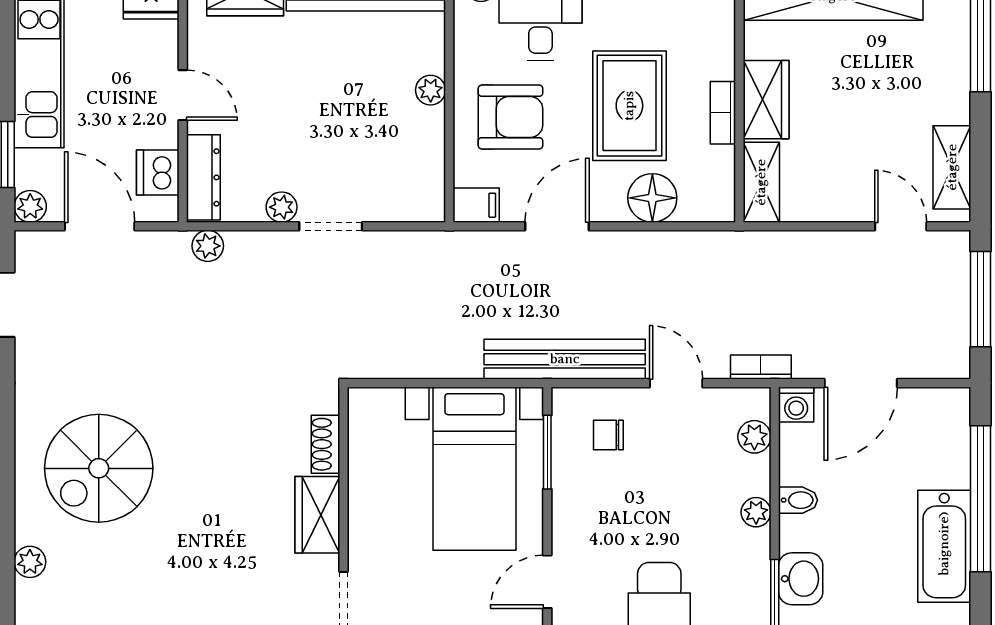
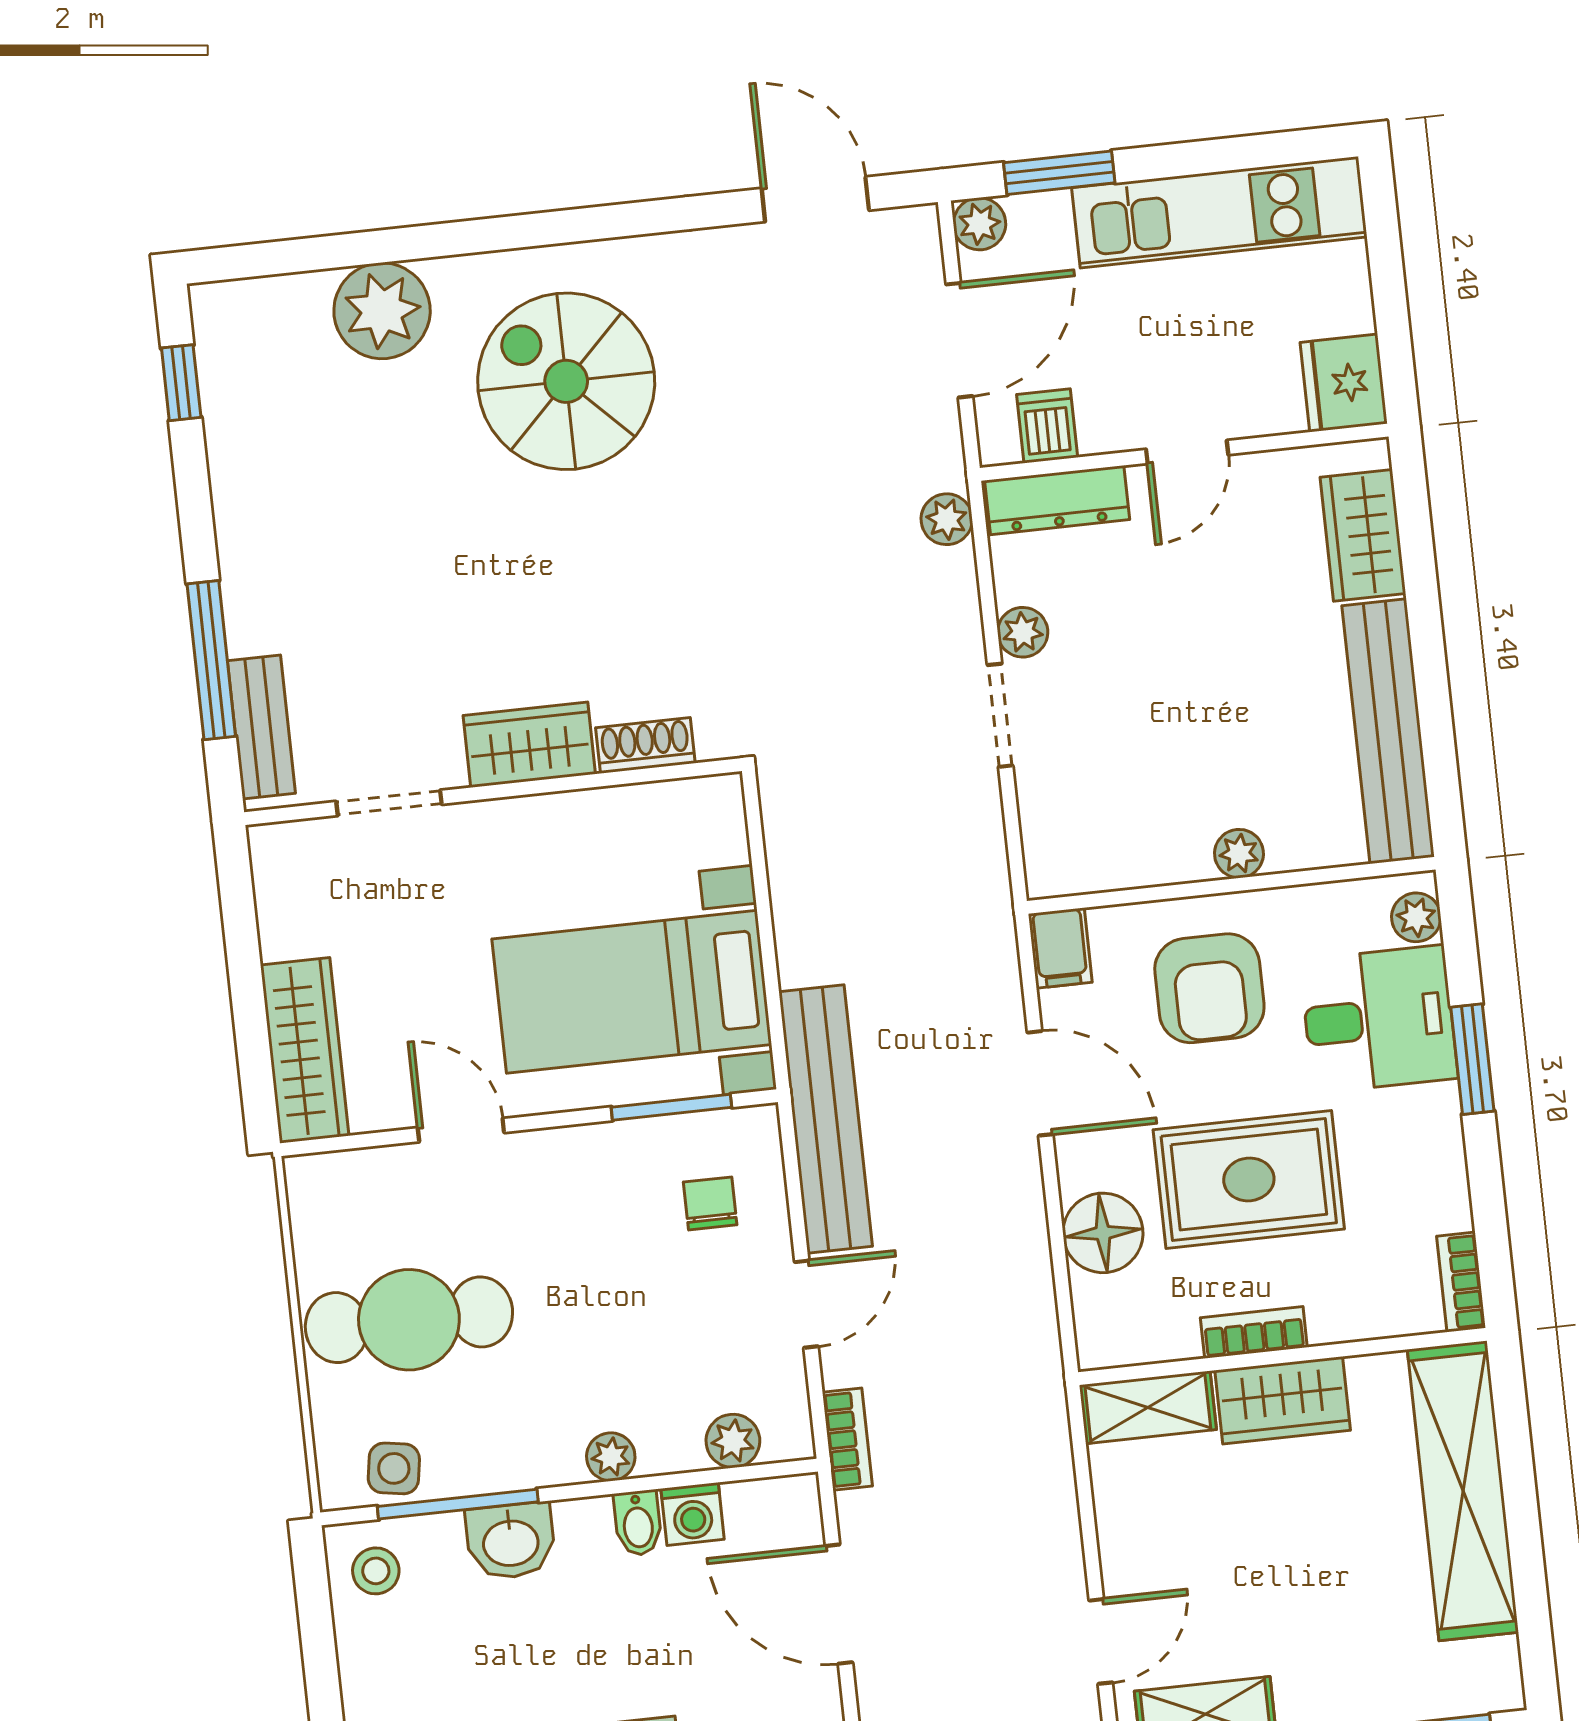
dishwasher: (158, 172) -> (1047, 426), width x0.73
washing machine: (796, 405) -> (693, 1514), moved, turned -90
plant: (30, 562) -> (382, 311), width x1.87, depth x1.87

